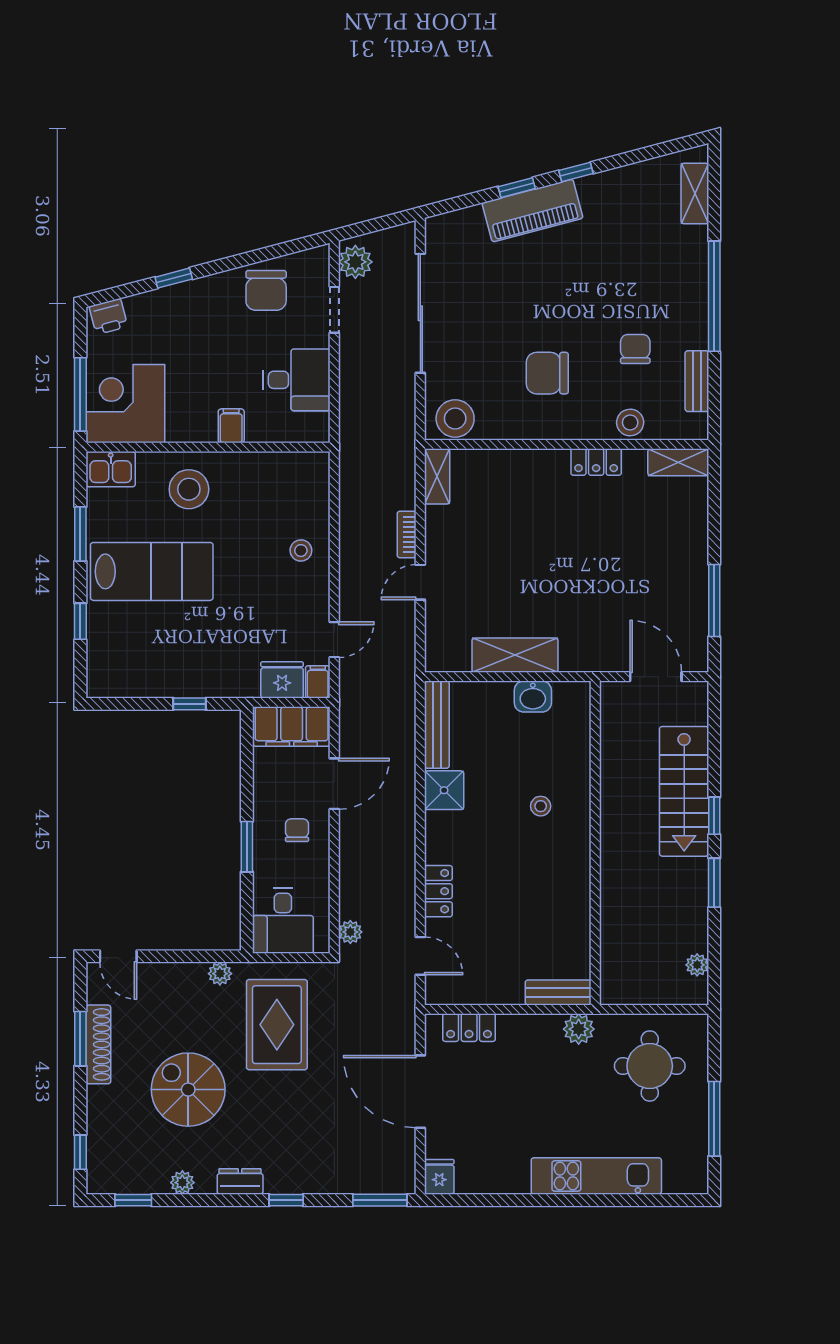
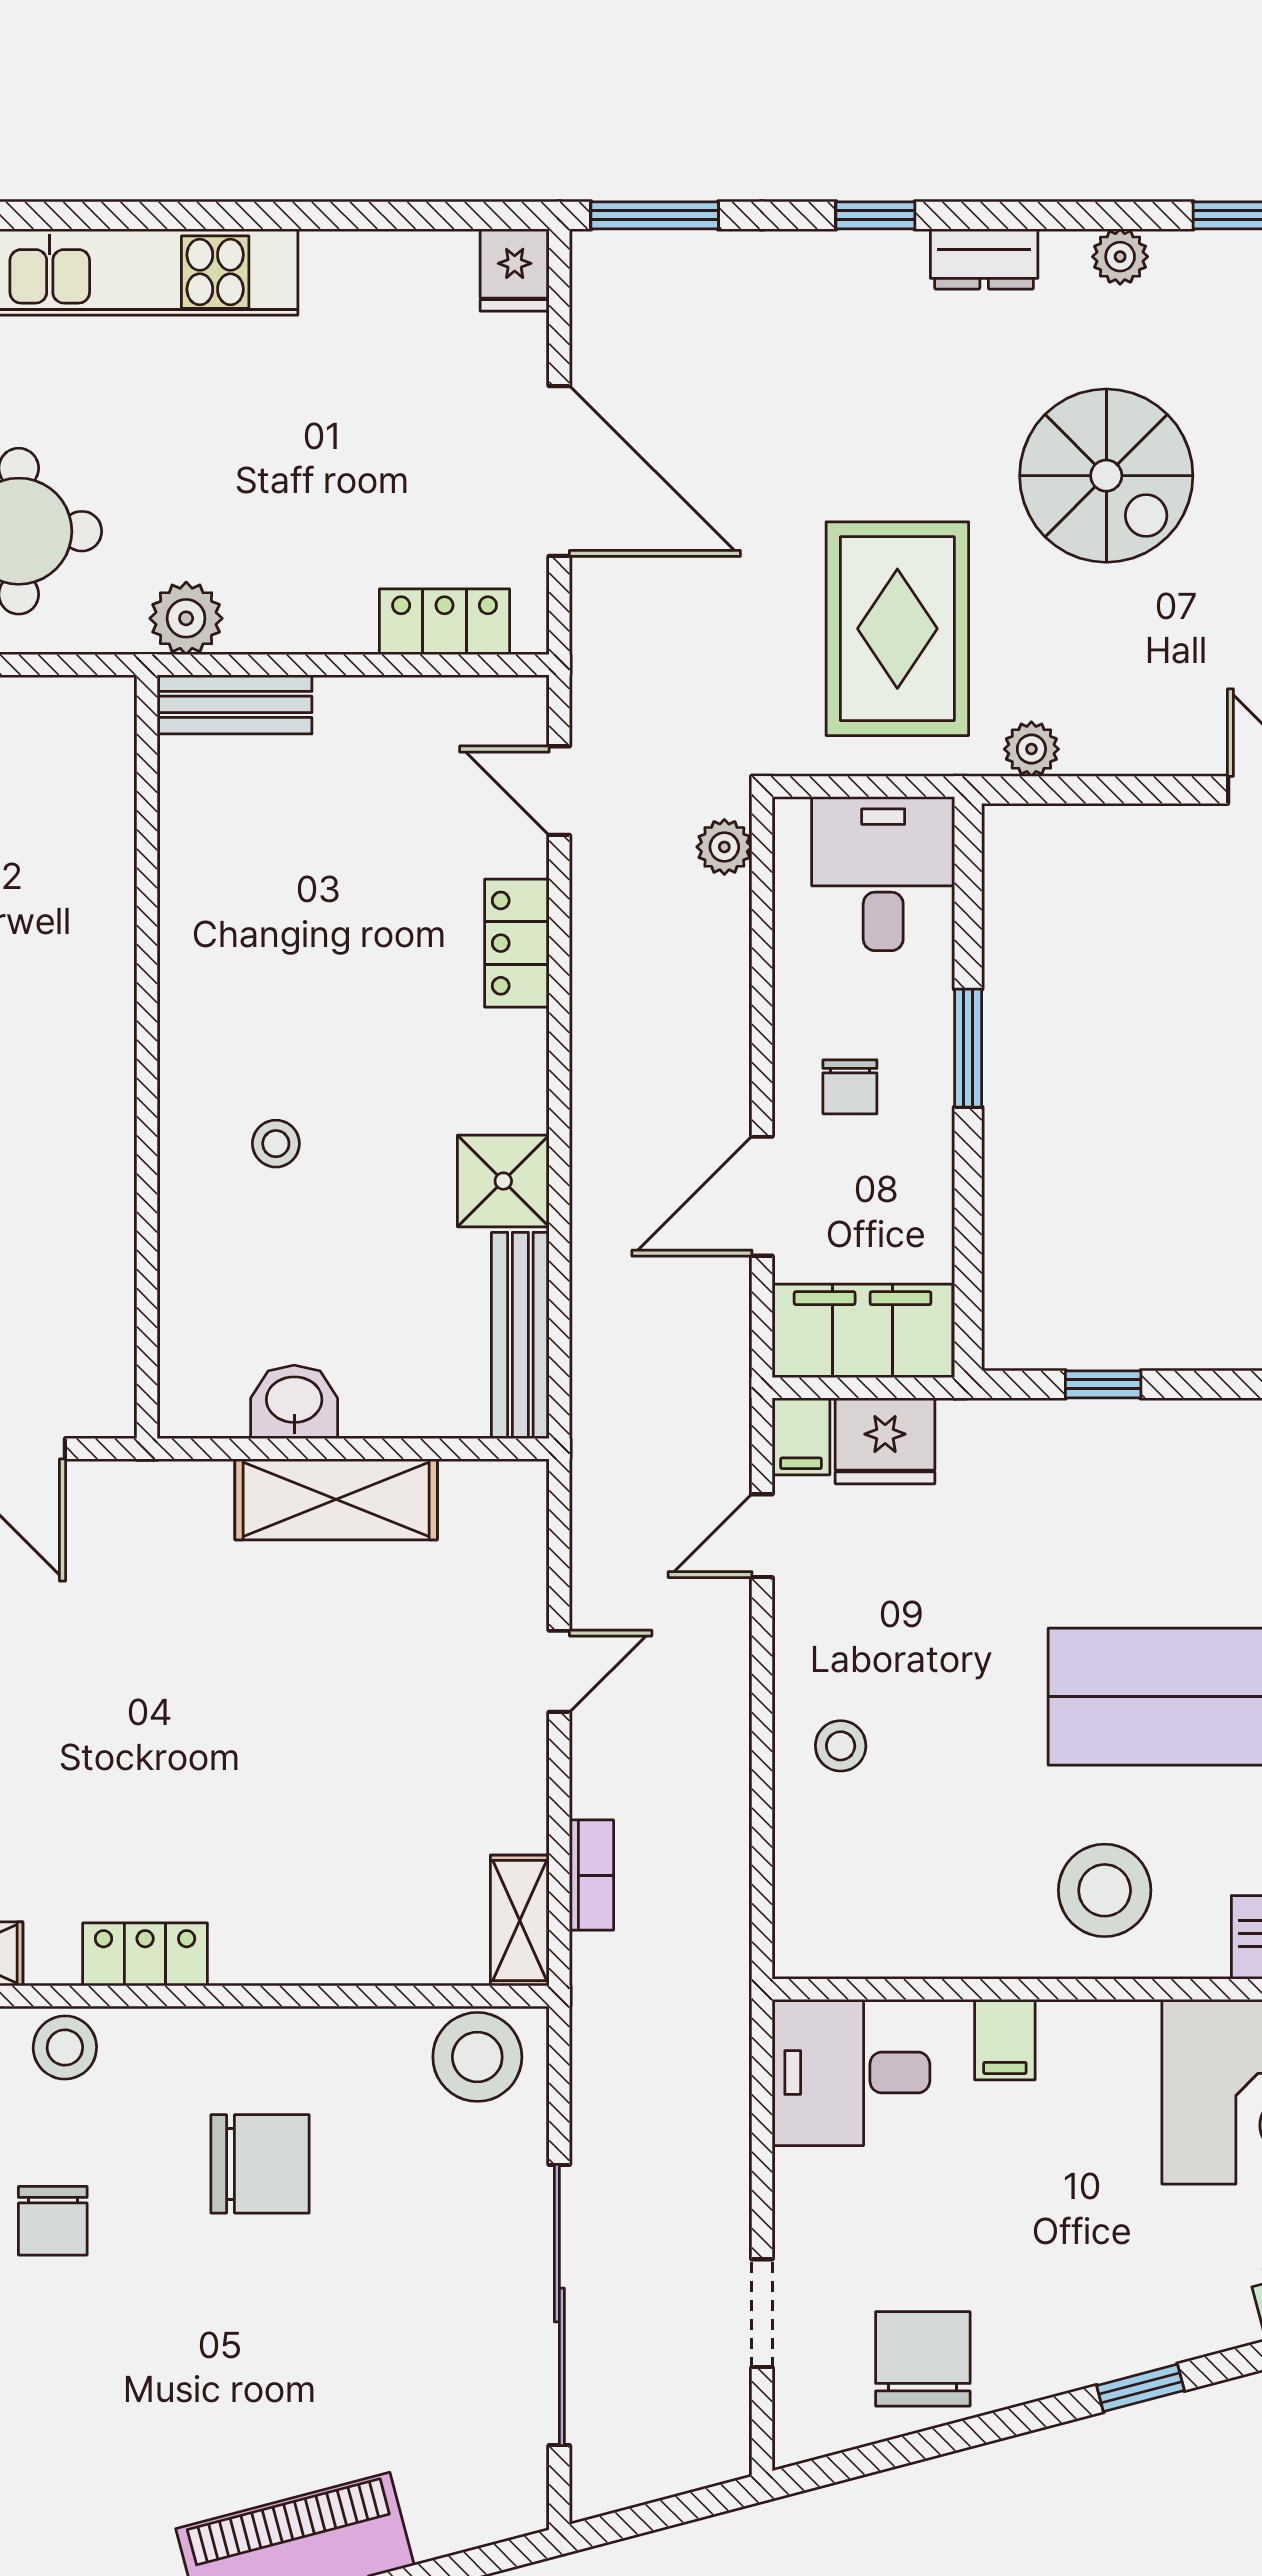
plant: (355, 262) -> (712, 2426), removed
desk: (297, 380) -> (851, 2073), moved
bookcase: (407, 534) -> (592, 1875), moved

